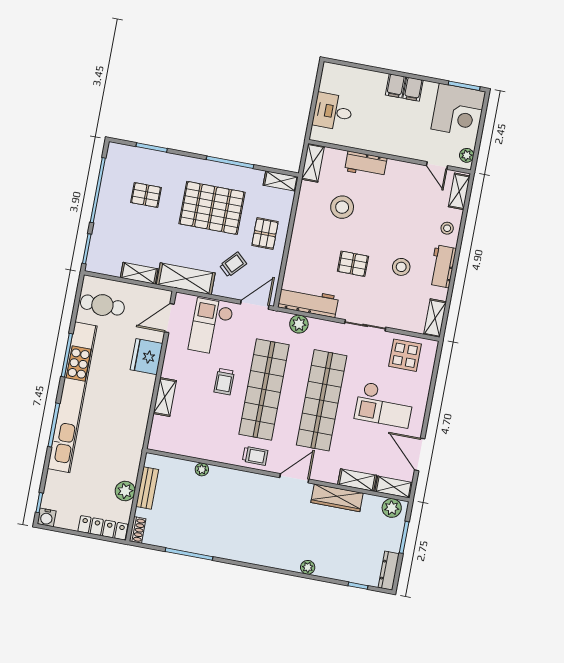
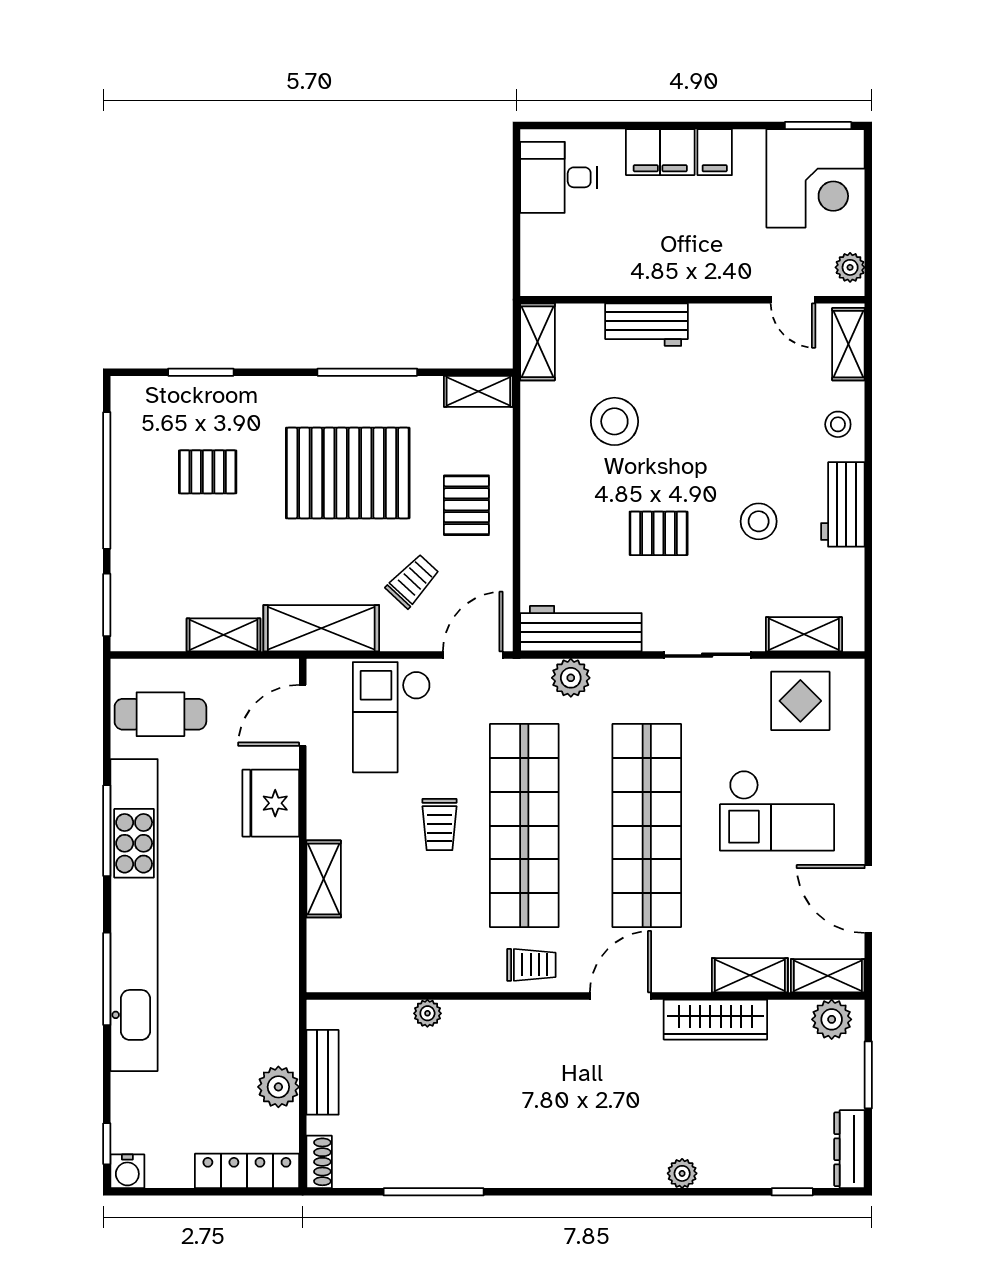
filing cabinet: (395, 86) -> (660, 152), width x2.00
desk: (333, 112) -> (559, 177), moved
shelving: (435, 318) -> (804, 634), moved, turned 90

